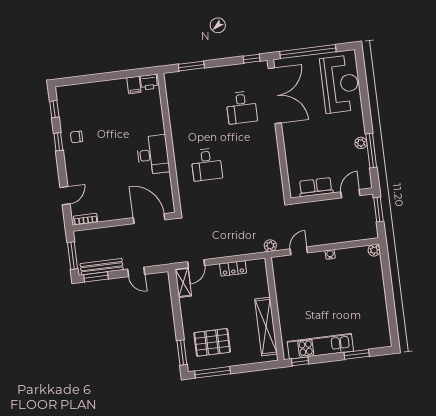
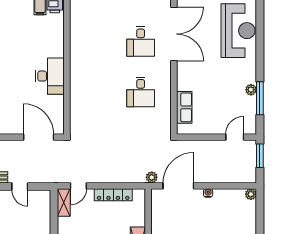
desk: (207, 165) -> (141, 92), moved
row of seats: (316, 187) -> (184, 107), moved, turned 90
door: (299, 251) -> (178, 186), width x1.88
locker: (233, 268) -> (113, 195), width x1.53

